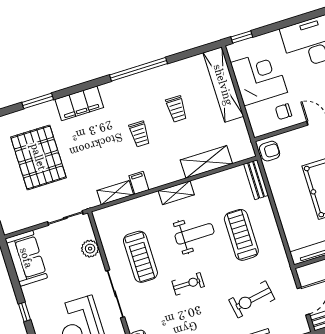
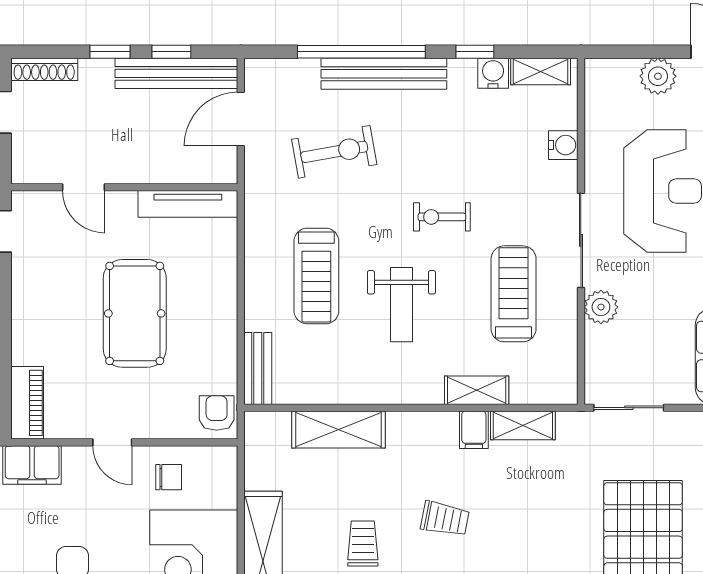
trolley: (139, 134) -> (445, 519), turned 101
armchair: (270, 151) -> (217, 413), turned 90
shelving: (176, 193) -> (477, 390), moved
weight bench: (195, 234) -> (401, 305), turned -90
plant: (90, 249) -> (601, 307), moved

